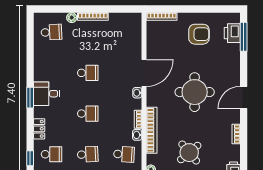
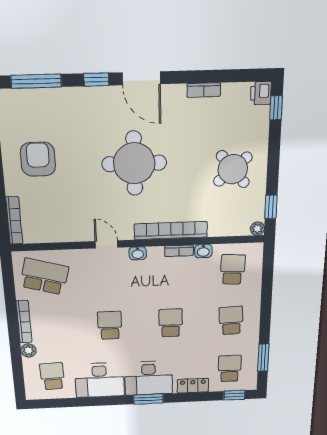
school desk: (124, 32) -> (44, 277), added
printer: (232, 33) -> (32, 102), removed
desk: (47, 64) -> (100, 380), added
window: (244, 71) -> (96, 80), added
door: (144, 73) -> (106, 244), width x0.53
desk: (47, 94) -> (149, 378), width x1.37
bookcase: (152, 130) -> (171, 230), moved

